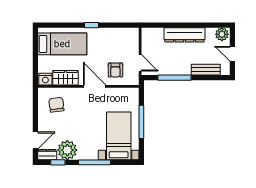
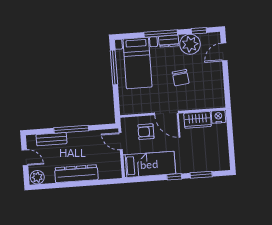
window: (66, 25) -> (201, 175), added
bed: (62, 44) -> (149, 164), moved, turned 180
armchair: (115, 70) -> (146, 132), turned -90
window: (175, 78) -> (71, 129), moved
chair: (56, 105) -> (181, 78), moved
window: (141, 122) -> (114, 67), moved
dresser: (47, 155) -> (169, 41), moved

